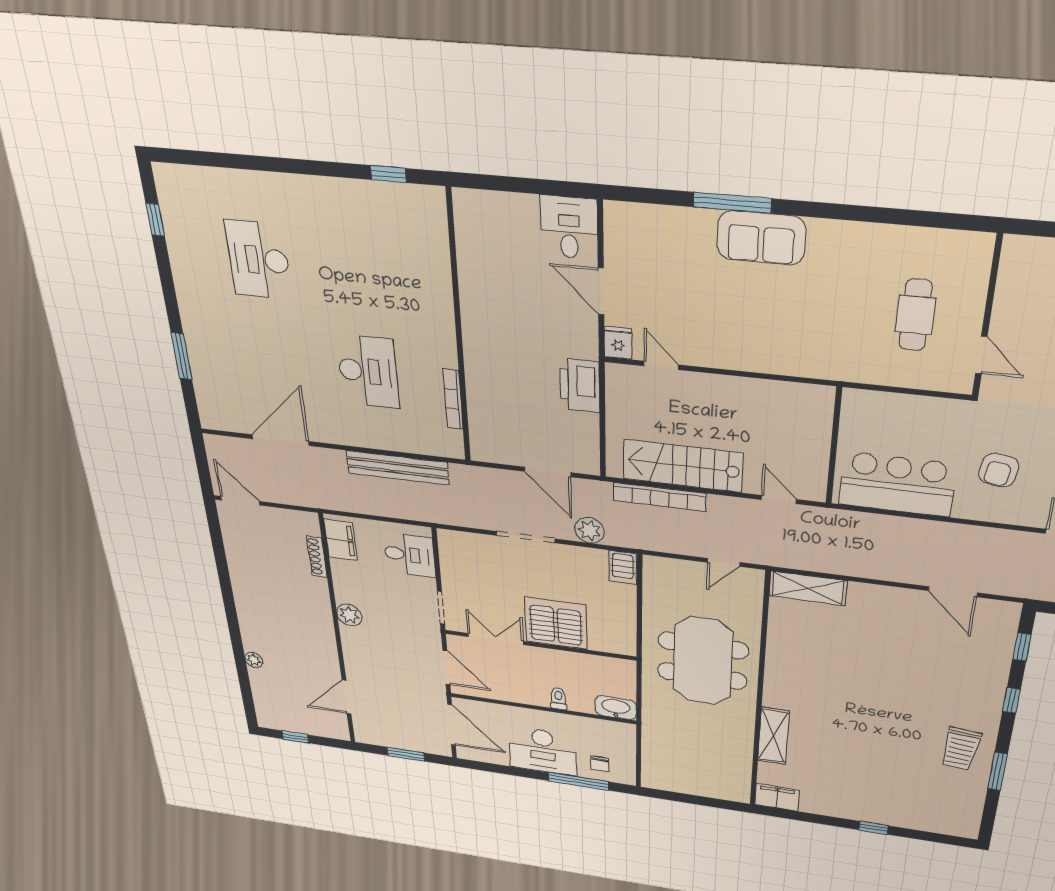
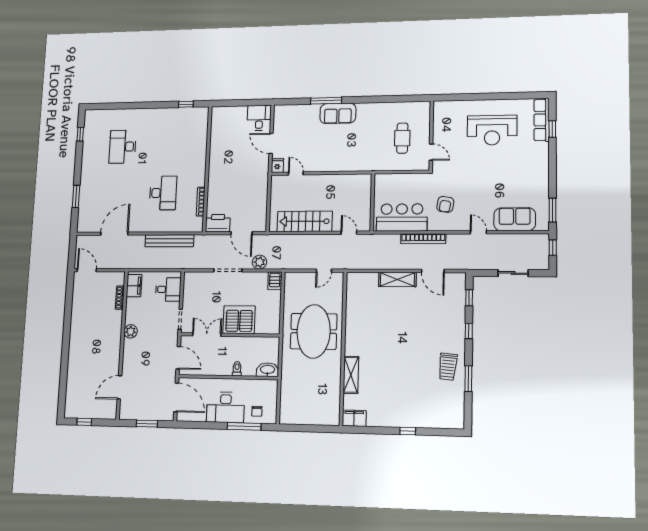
printer: (580, 386) -> (218, 223), moved, turned 90
bookcase: (660, 497) -> (423, 239), moved
shelving: (808, 588) -> (397, 279), moved
plant: (254, 660) -> (72, 370), removed

